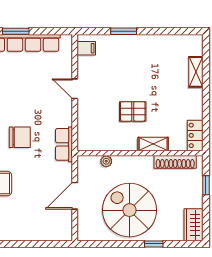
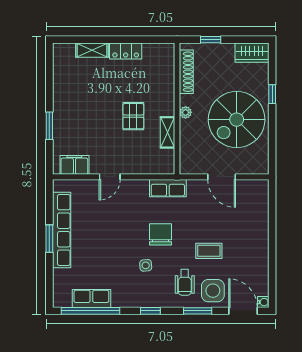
filing cabinet: (86, 48) -> (74, 165), width x2.00
locker: (195, 135) -> (126, 51), moved
shelving: (153, 144) -> (167, 132), moved
plant: (106, 161) -> (186, 112), moved

